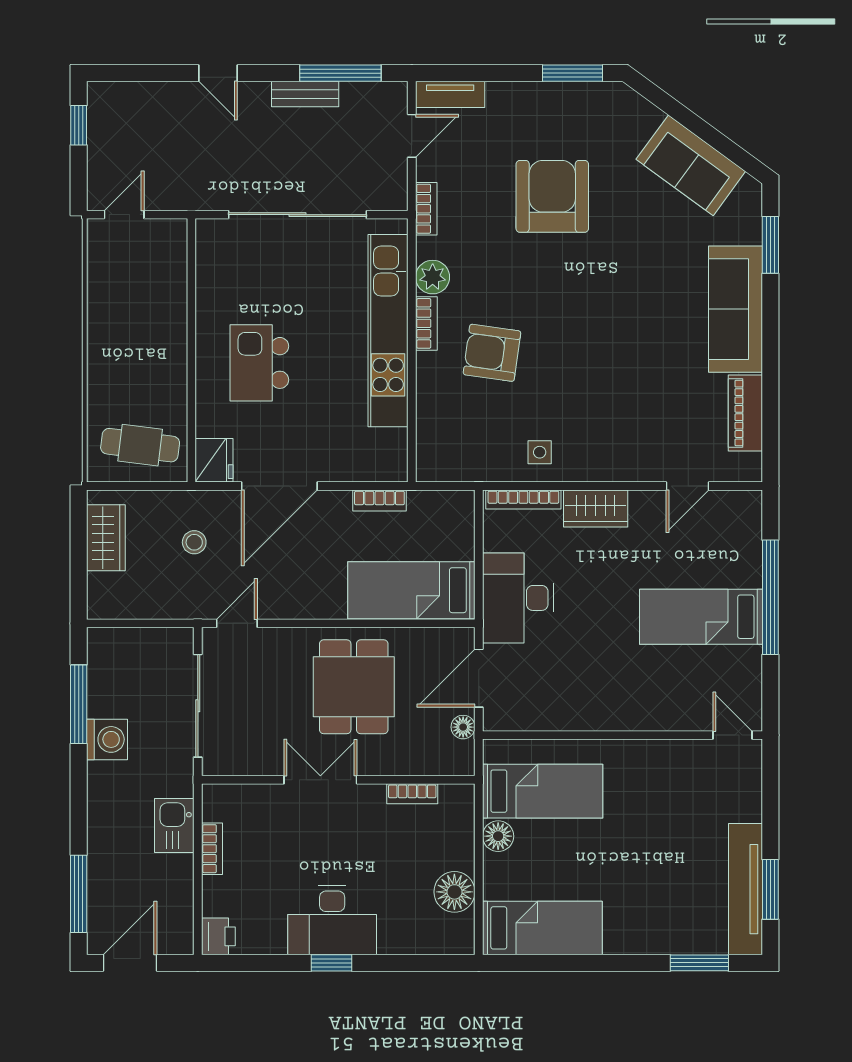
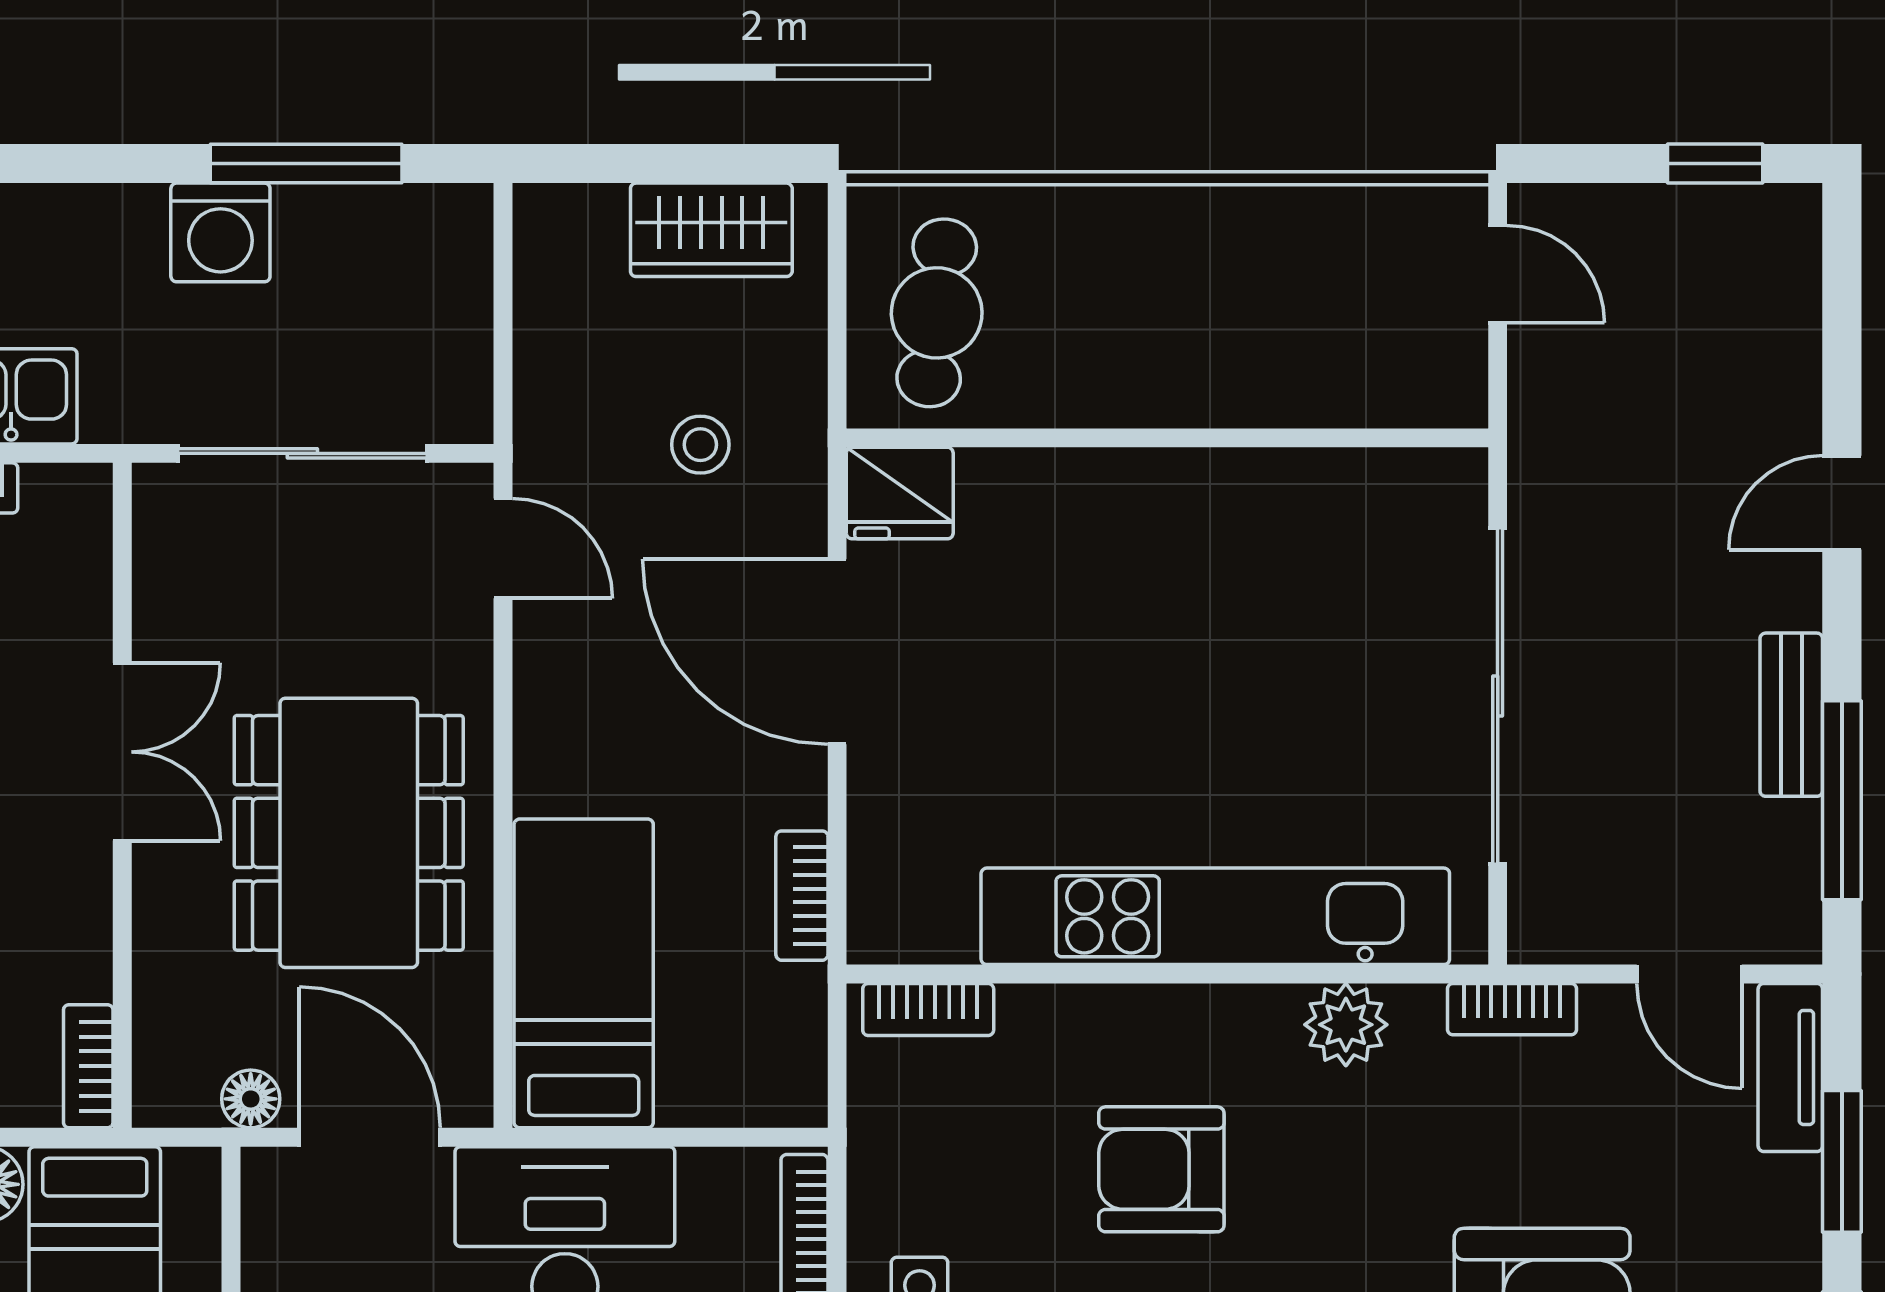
window: (489, 73) -> (1842, 1161), added
bookcase: (426, 323) -> (928, 1010), moved
armchair: (492, 353) -> (1161, 1169), turned -98
kitchen island: (259, 363) -> (1137, 603), removed
dining table: (354, 687) -> (349, 833), width x1.38
bookcase: (412, 794) -> (88, 1066), moved

